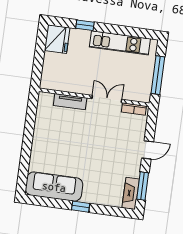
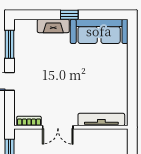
tv unit: (70, 102) -> (101, 120), width x1.41
fireplace: (131, 193) -> (53, 26), moved, turned 90

